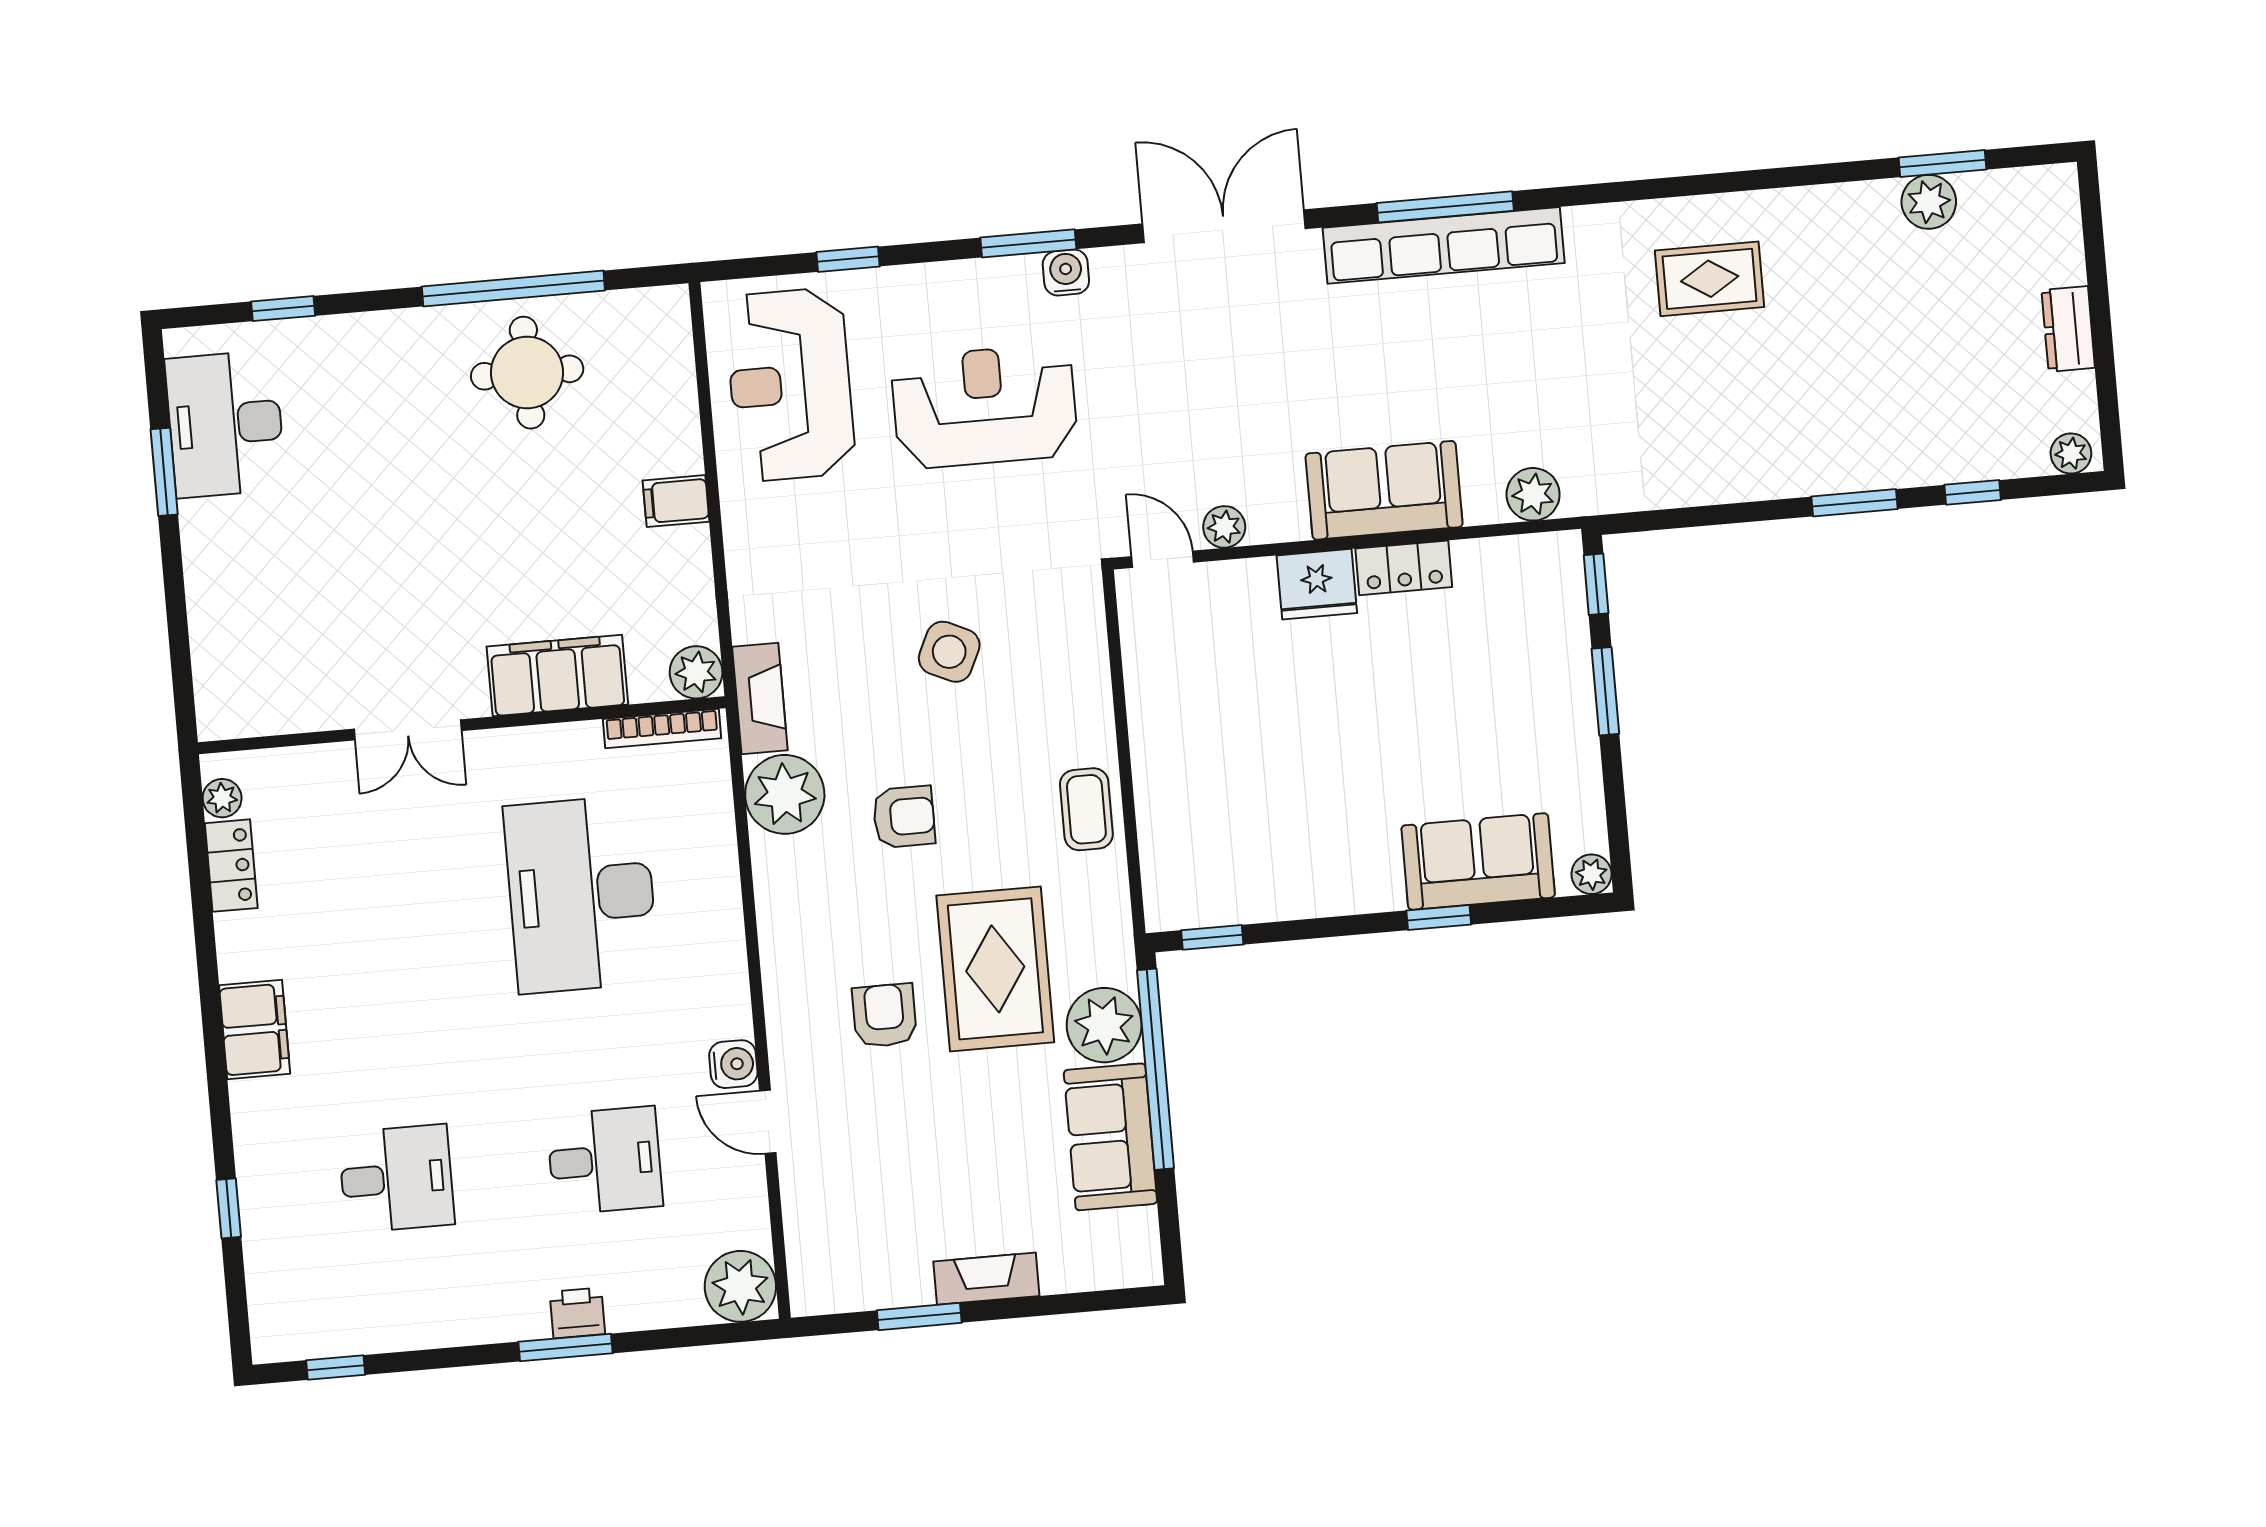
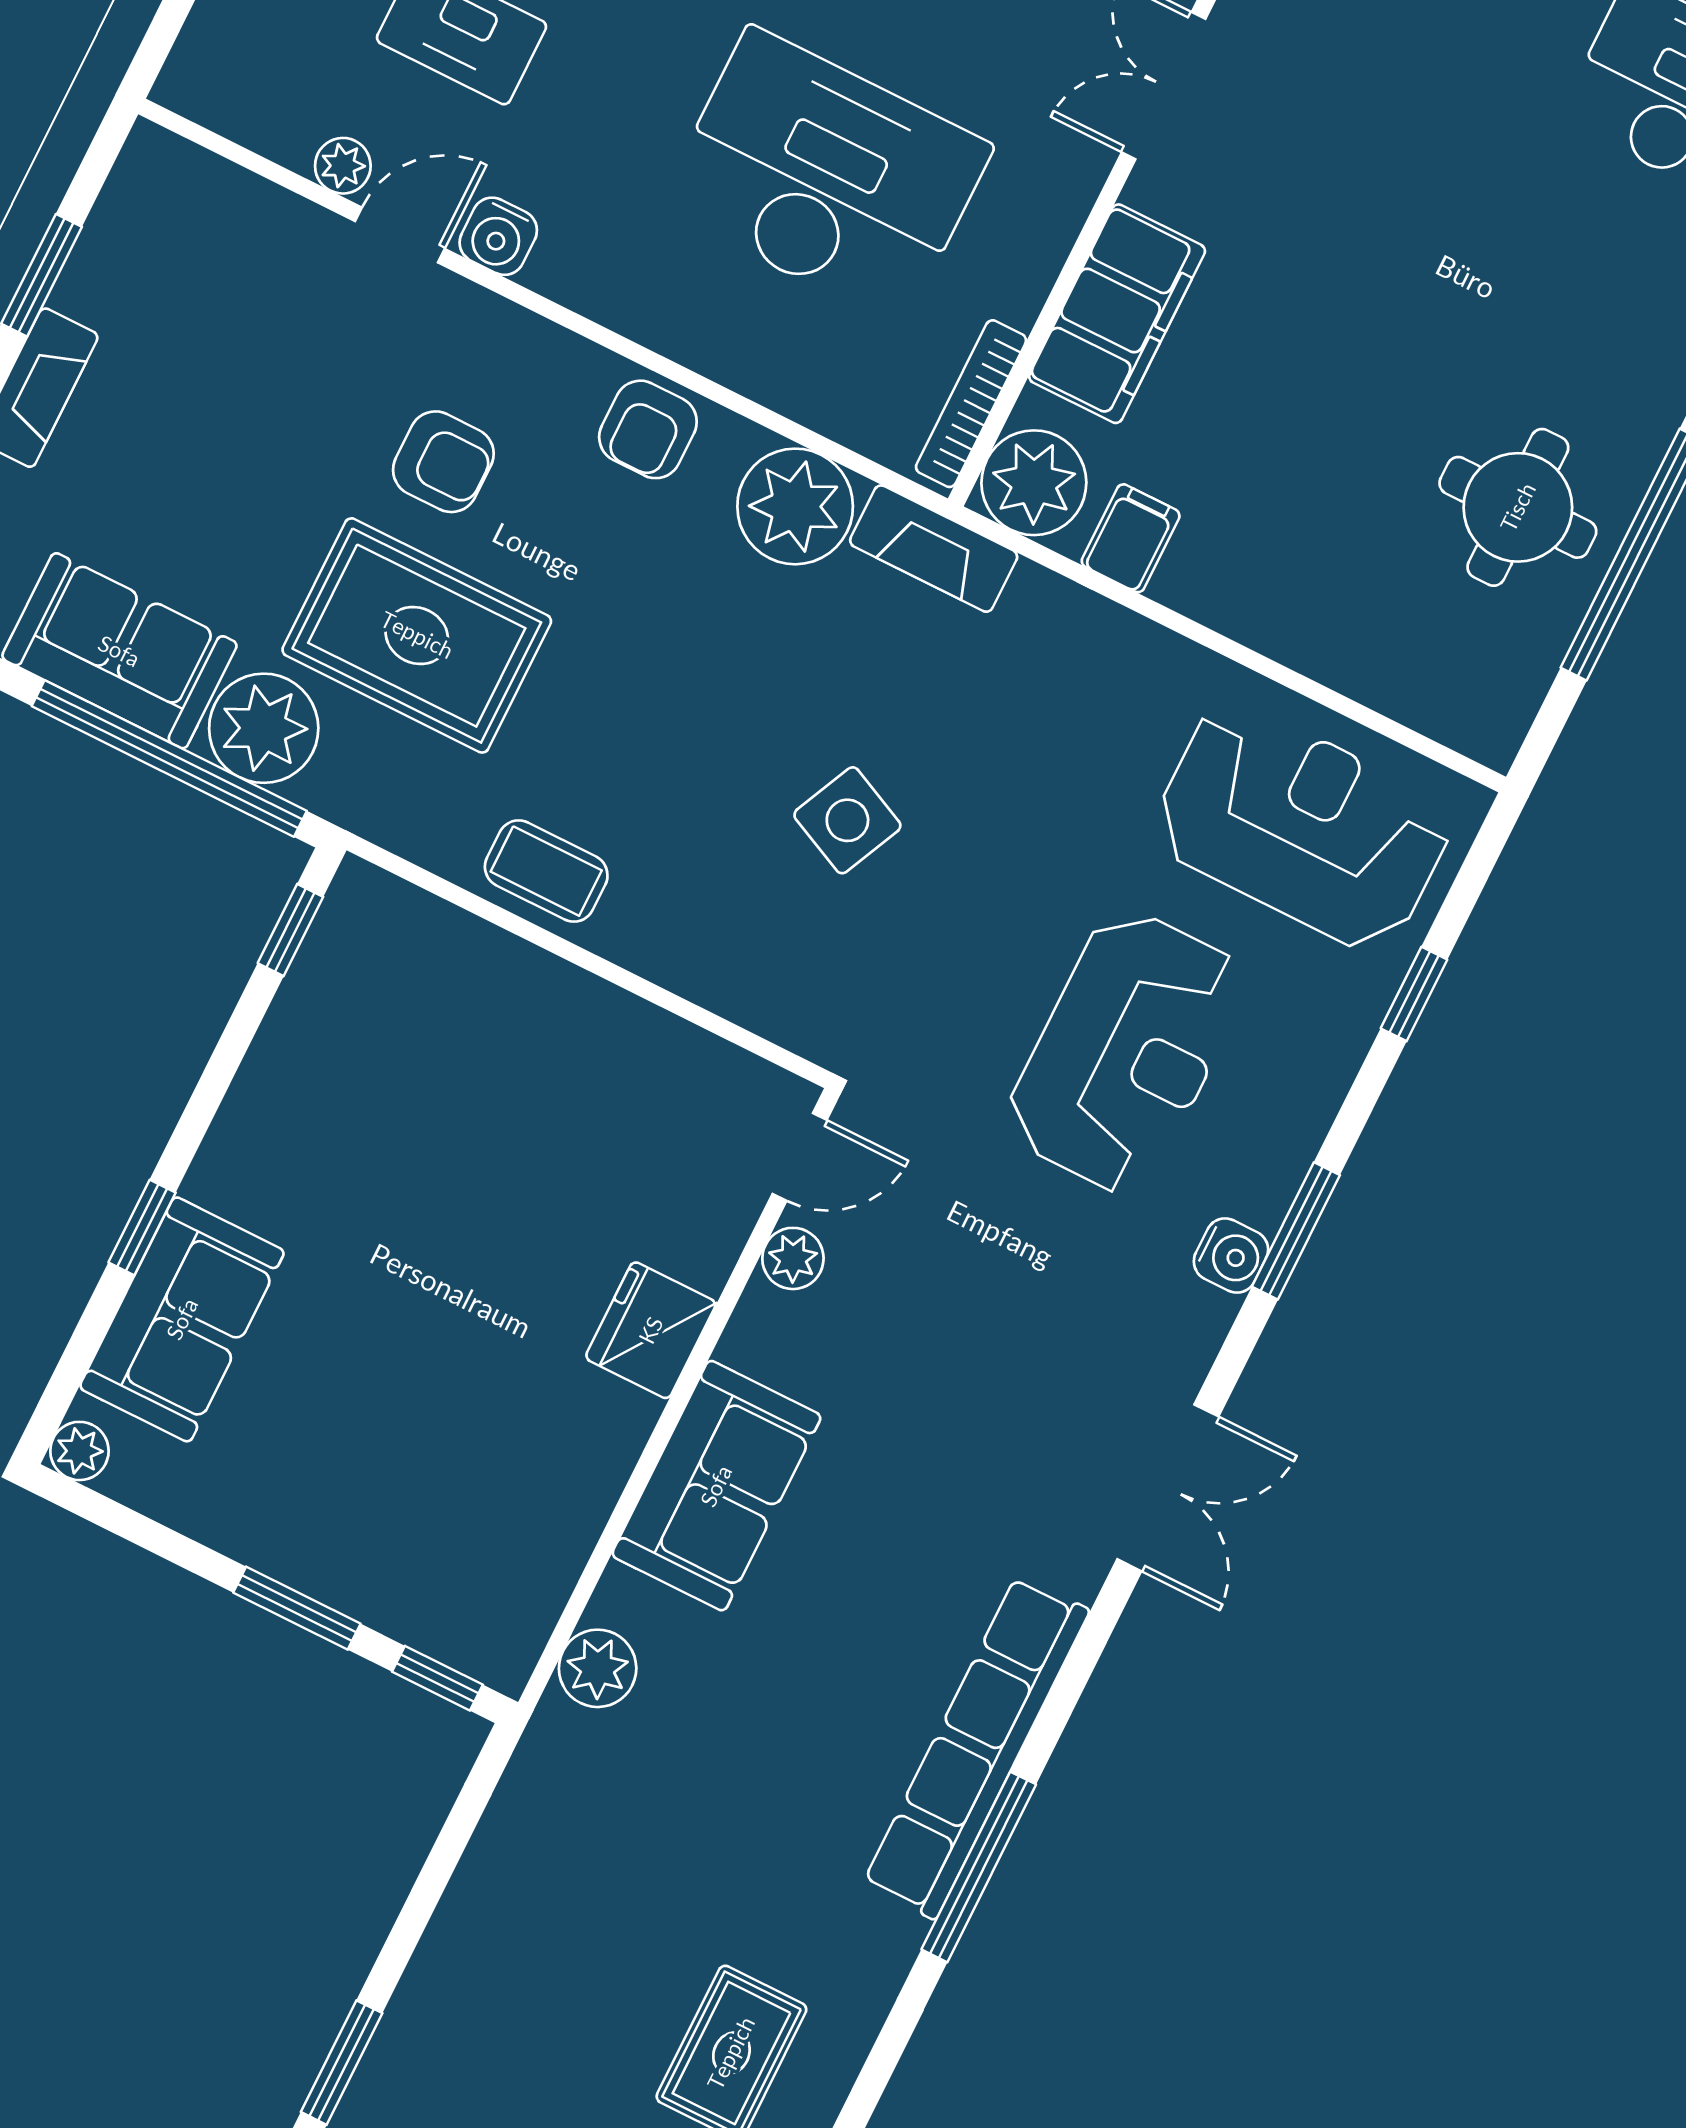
window: (1445, 207) -> (979, 1867), moved
double door: (1224, 226) -> (1168, 1488), width x0.73
filing cabinet: (676, 501) -> (1131, 538), moved
locker: (1404, 568) -> (605, 1451), removed
plant: (696, 672) -> (1034, 483), width x1.36, depth x1.36
armchair: (904, 817) -> (648, 429), moved
plant: (740, 1286) -> (343, 166), moved, width x0.53, depth x0.53

